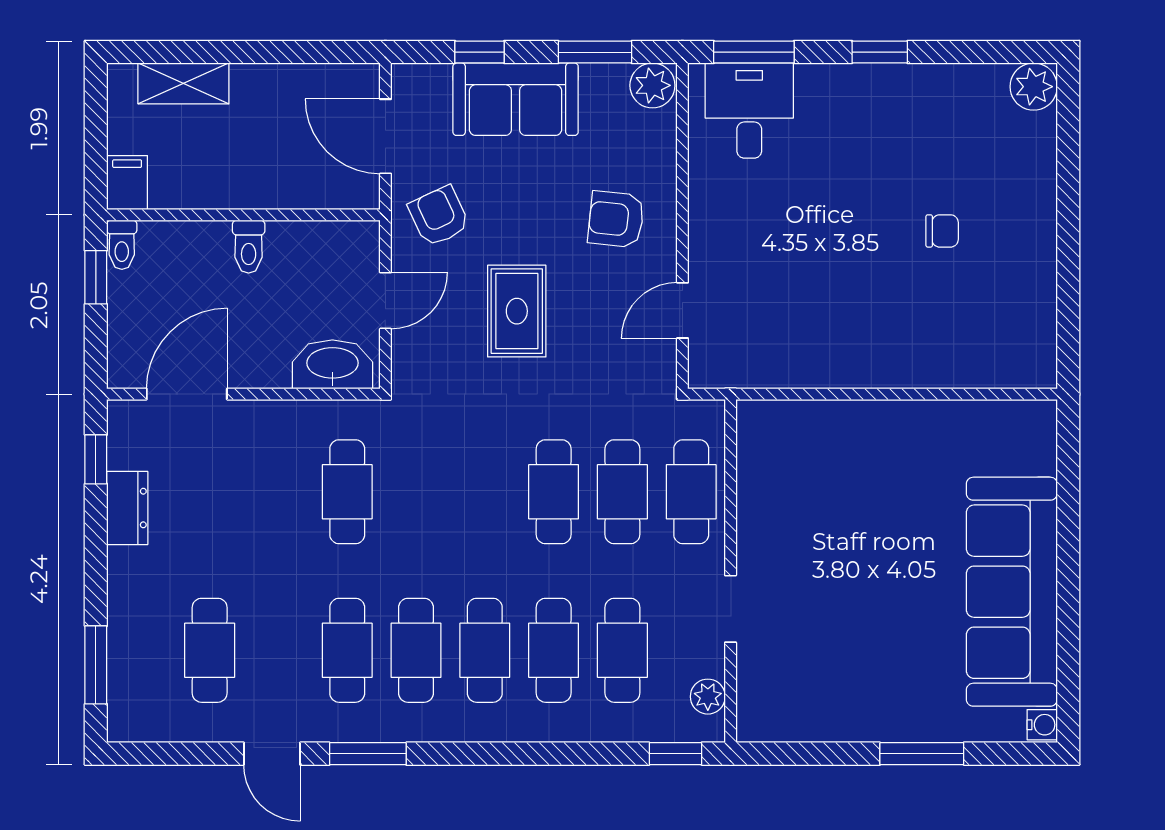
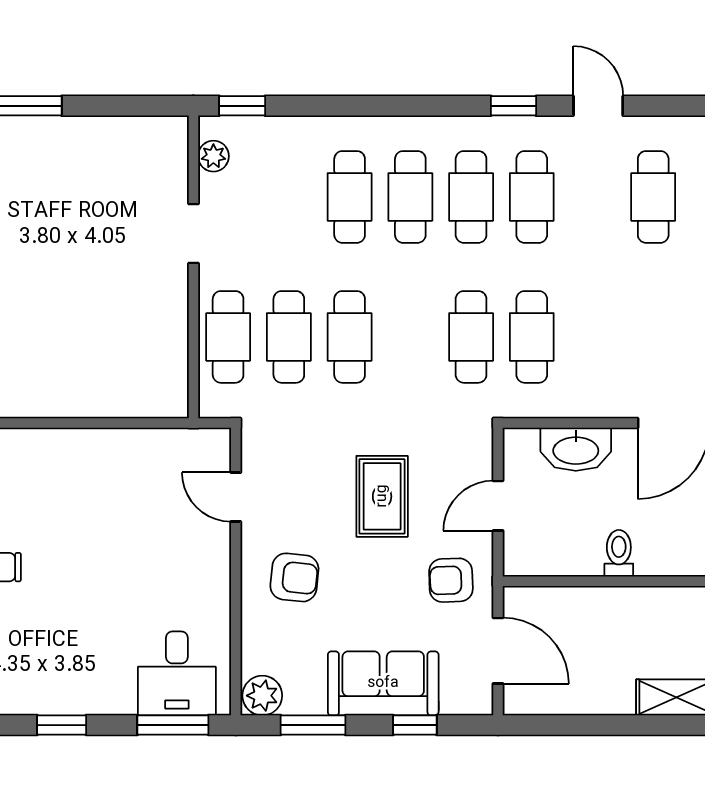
armchair: (439, 216) -> (451, 580), turned 113
door: (682, 310) -> (236, 497), swing flipped
washbasin: (332, 364) -> (576, 449), moved
cafe table: (622, 650) -> (471, 337), moved
window: (368, 754) -> (514, 106), width x0.67

